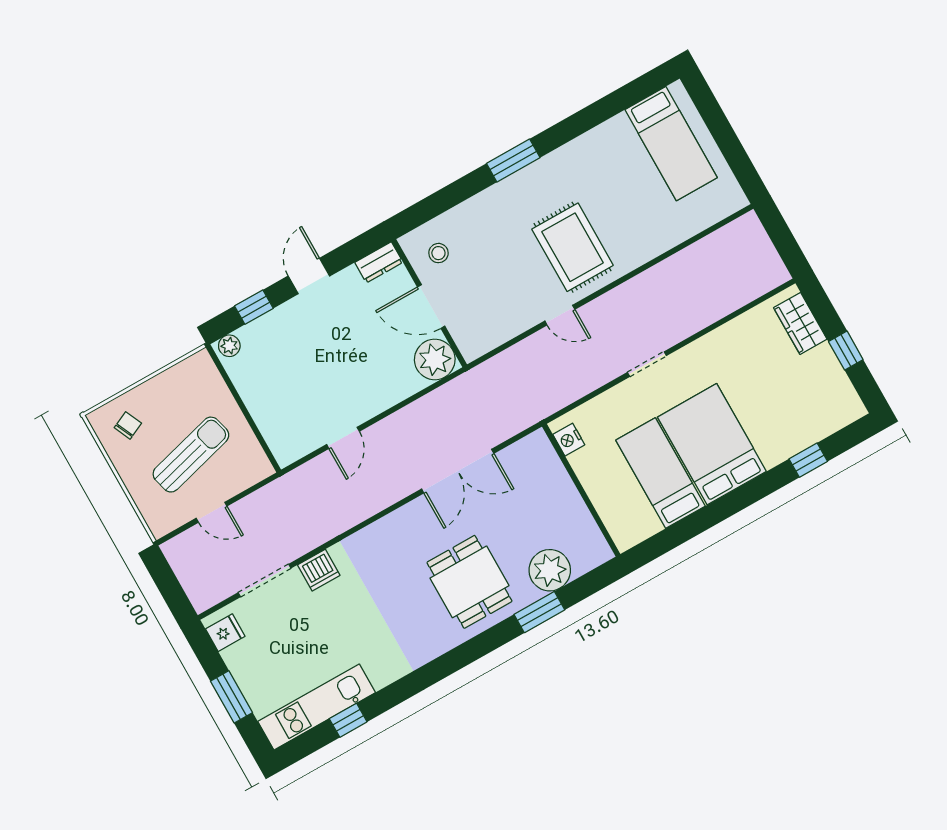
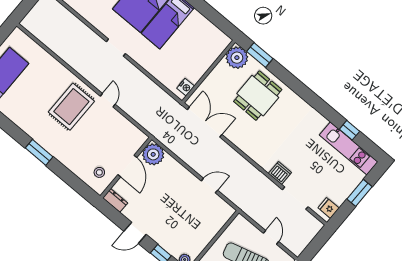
nightstand: (569, 440) -> (186, 87), moved
wall: (581, 490) -> (209, 72), moved

